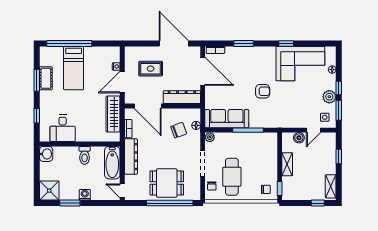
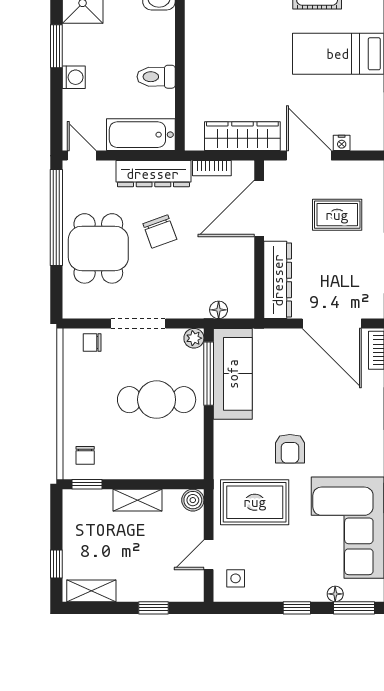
rug: (151, 69) -> (337, 215), turned 90
door: (203, 71) -> (332, 324), hinge flipped
plant: (329, 97) -> (279, 588), removed
rug: (288, 108) -> (255, 502), added
window: (339, 110) -> (354, 608), moved
desk: (63, 128) -> (213, 31), removed
chair: (179, 130) -> (160, 232), moved
window: (248, 130) -> (209, 374), moved
door: (313, 130) -> (209, 555), hinge flipped
boiler: (299, 138) -> (193, 500), moved
cafe table: (232, 177) -> (157, 400), moved
door: (122, 191) -> (82, 156), hinge flipped
window: (170, 203) -> (56, 218), moved

